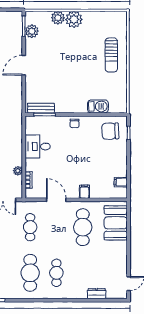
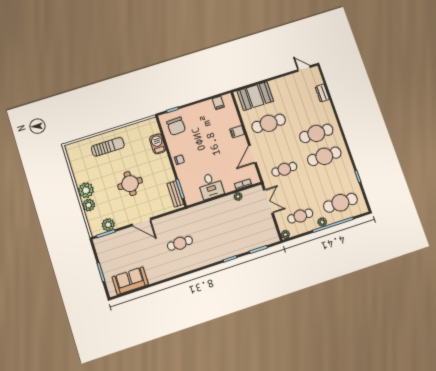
round table: (66, 66) -> (130, 184), added
cafe table: (56, 273) -> (316, 133), width x1.37, depth x1.35

